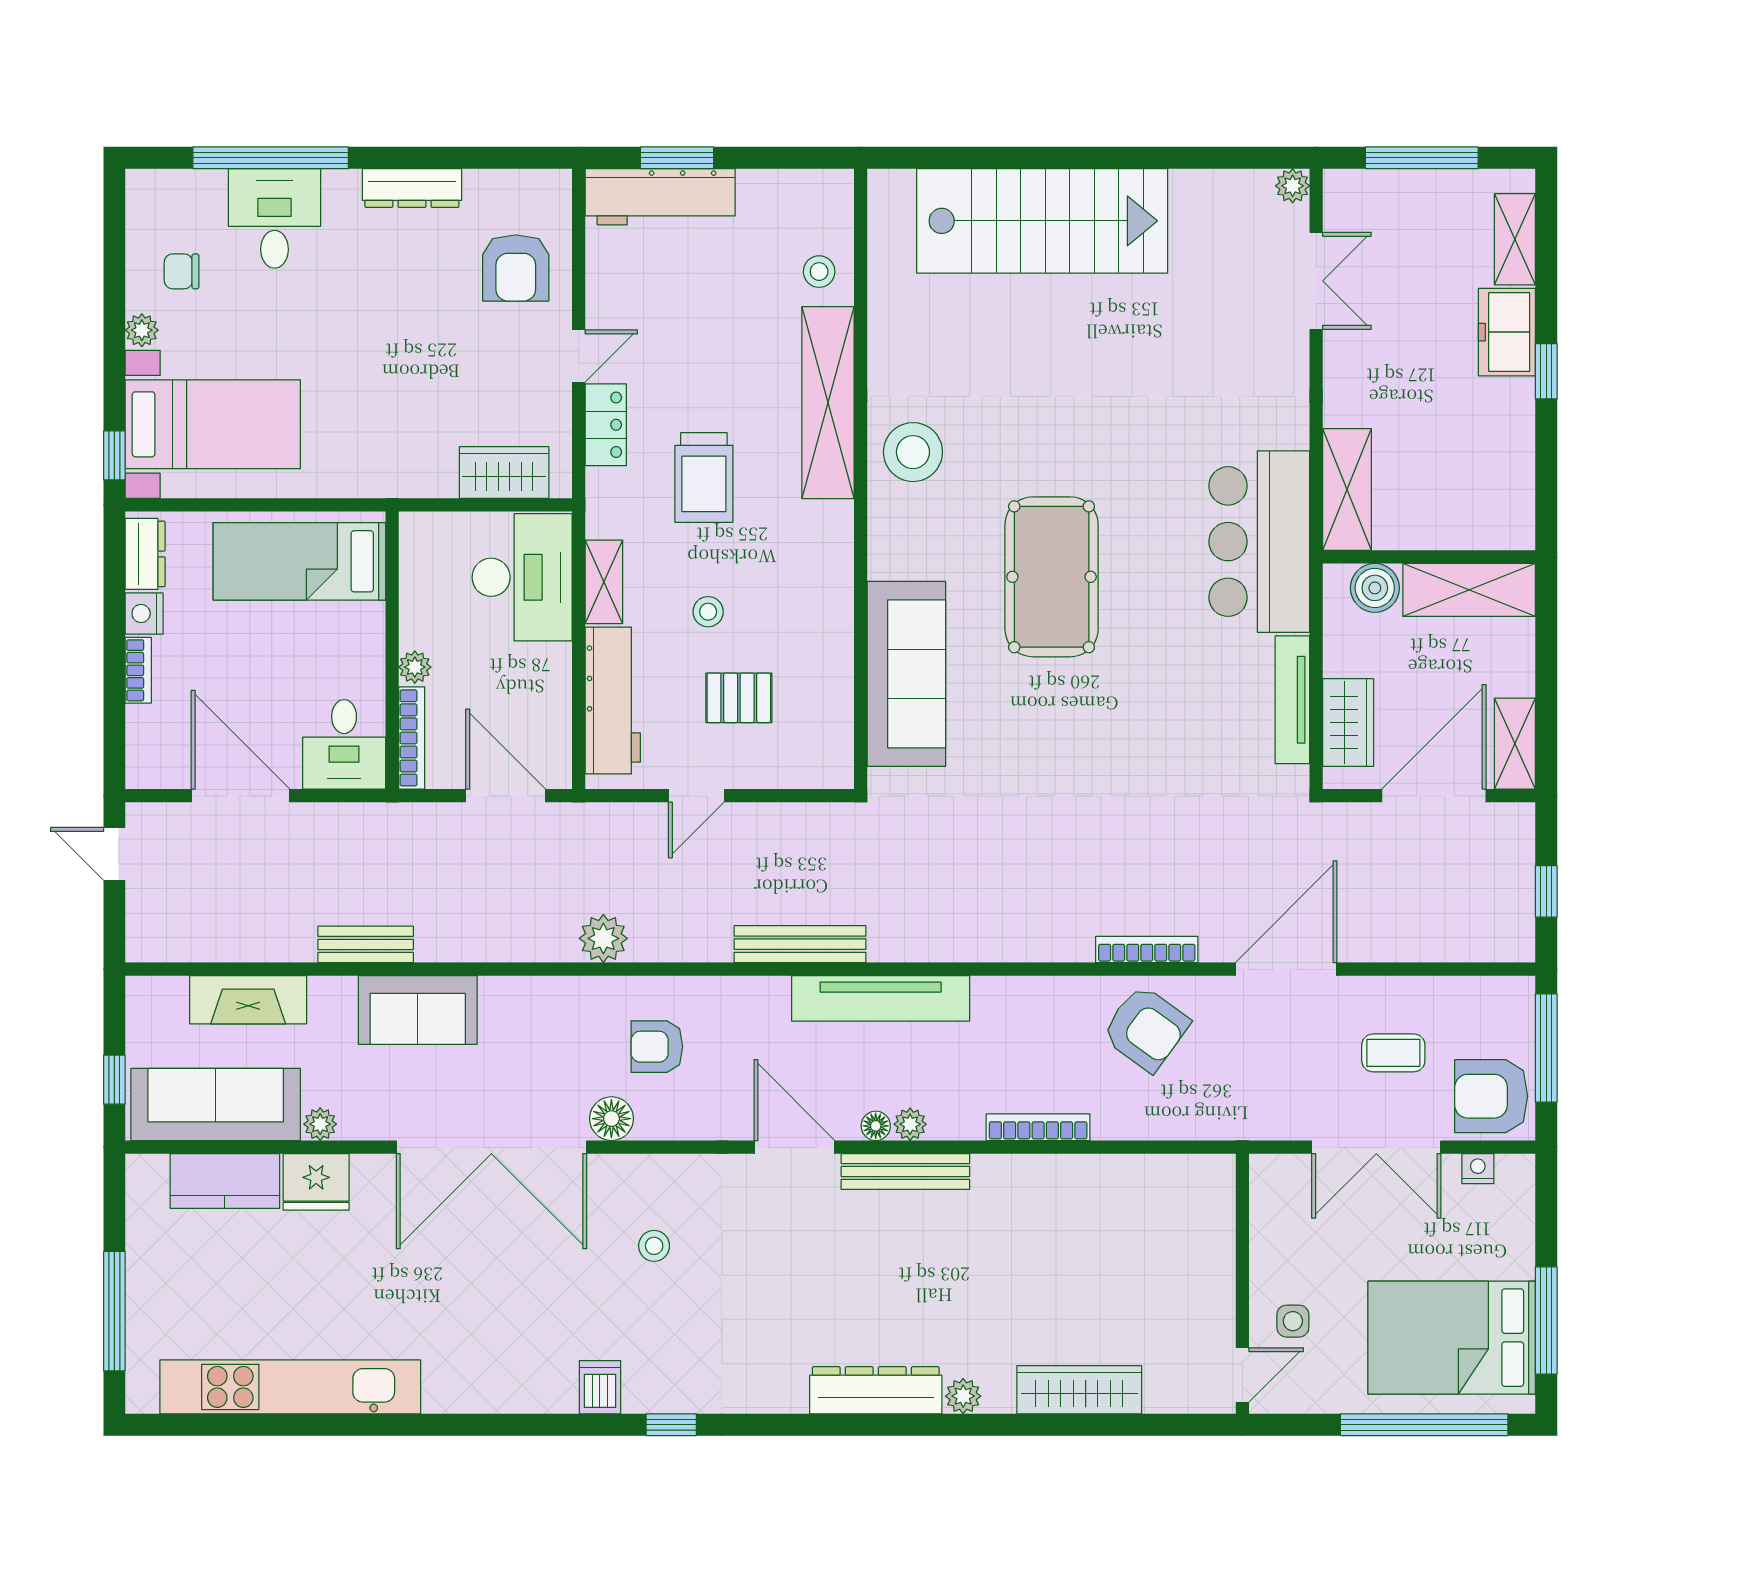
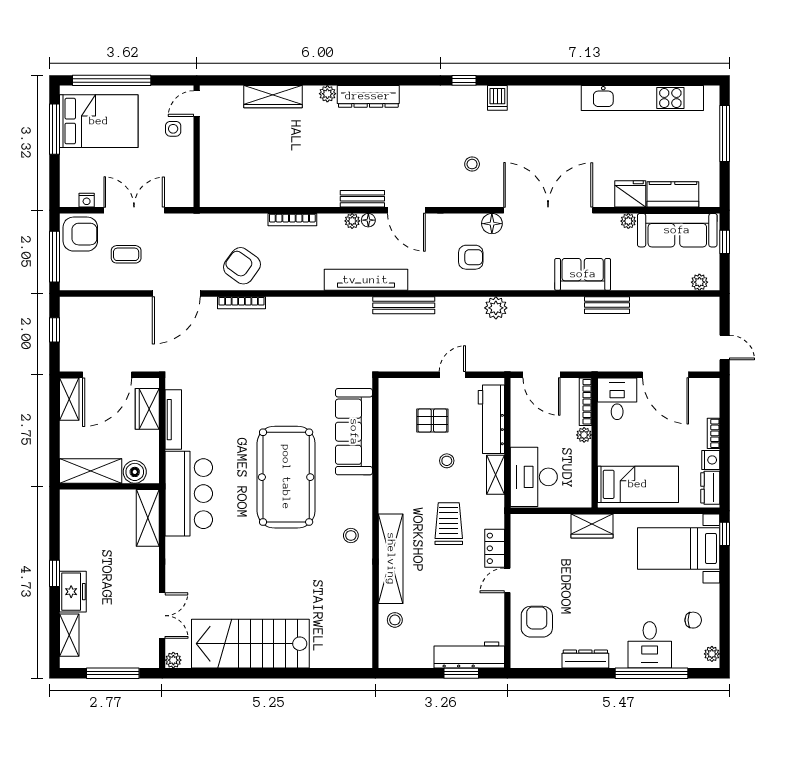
stairs: (1042, 221) -> (250, 644), moved
double door: (1316, 281) -> (162, 616), swing flipped
plant: (142, 330) -> (712, 654), moved
stool: (913, 452) -> (351, 535), width x0.53, depth x0.53
wardrobe: (504, 472) -> (592, 526), moved
pool table: (1052, 577) -> (286, 477), width x1.36, depth x1.32
plant: (168, 993) -> (699, 282), added
fireplace: (248, 1000) -> (662, 279), removed
bench: (905, 1171) -> (362, 199), width x0.73

